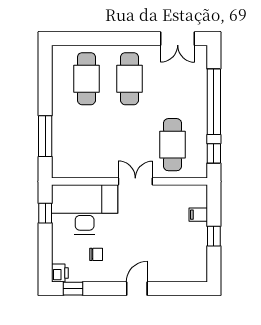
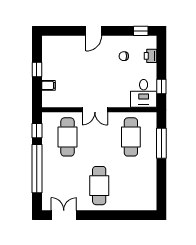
cafe table: (86, 79) -> (131, 137), moved
desk: (85, 209) -> (144, 93), width x0.53, depth x0.77
printer: (60, 273) -> (150, 56), moved

